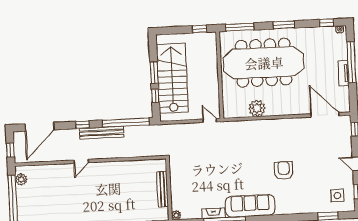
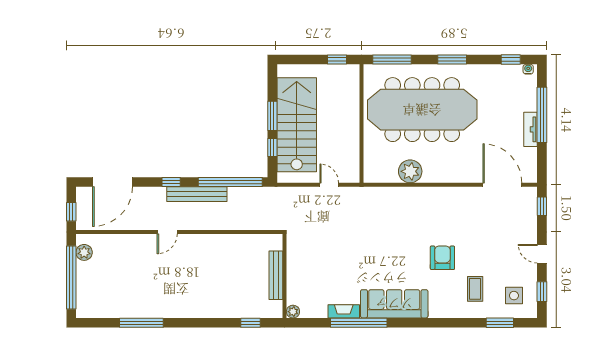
door: (210, 121) -> (329, 185), moved
coffee table: (309, 192) -> (475, 289), added

